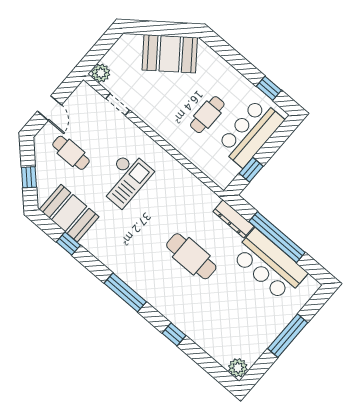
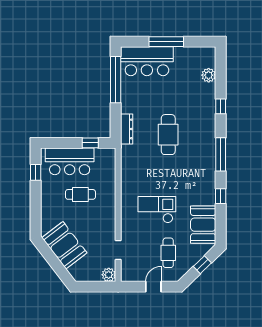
window: (277, 237) -> (116, 80), moved
window: (68, 244) -> (221, 196), moved
bar counter: (269, 265) -> (147, 61), moved, turned 90
plant: (238, 368) -> (209, 75), moved

